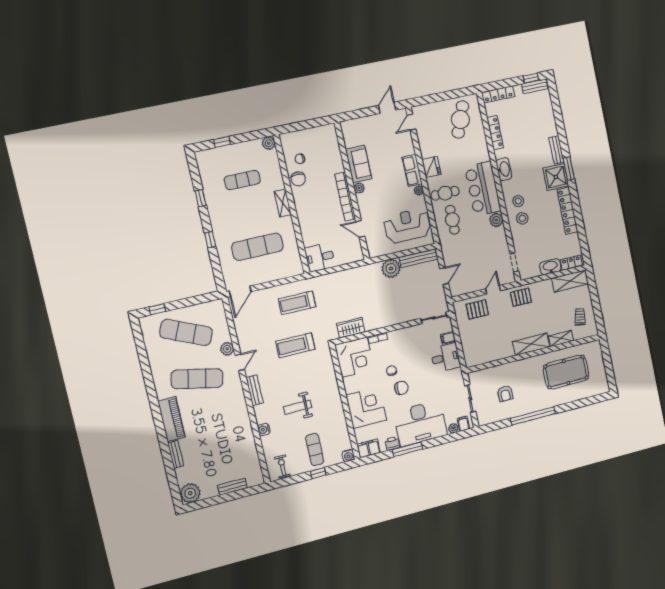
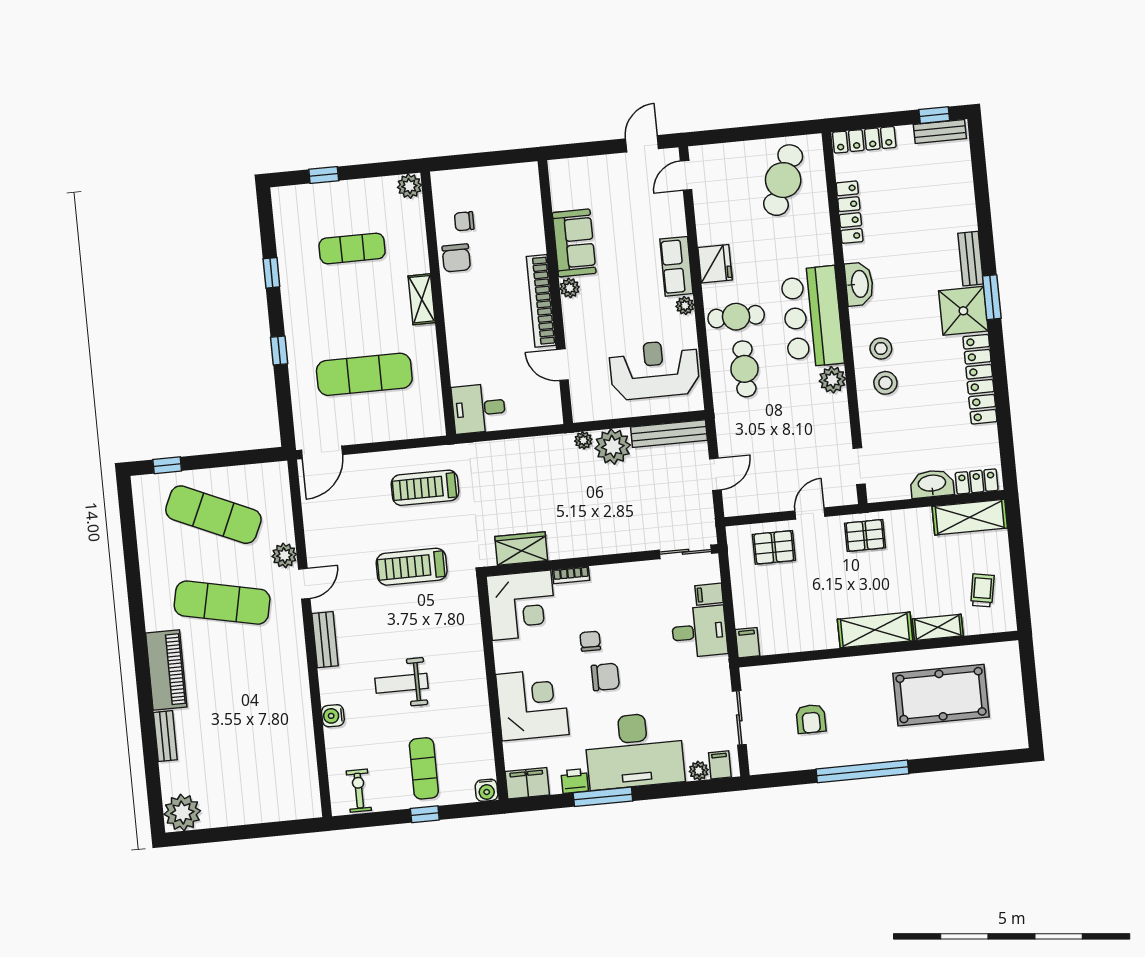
plant: (376, 267) -> (583, 440), added
filing cabinet: (470, 360) -> (747, 643), added
bench: (232, 487) -> (261, 813), removed

